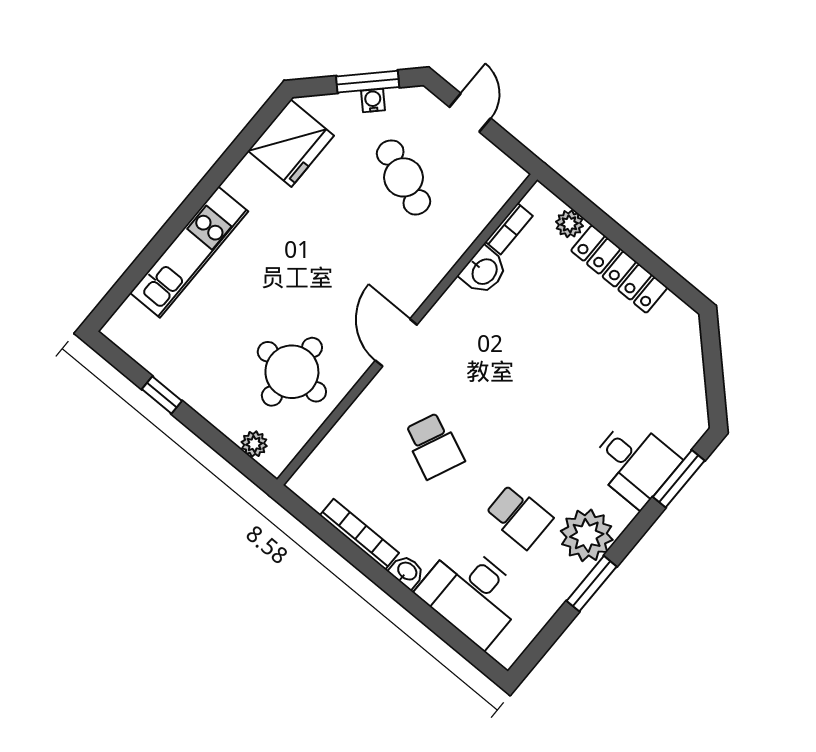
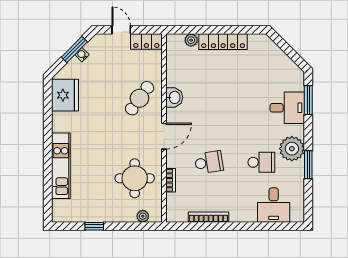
locker: (495, 166) -> (146, 42), added
cafe table: (403, 177) -> (140, 98), moved, turned -76
bookcase: (509, 229) -> (171, 180), moved
washbasin: (484, 271) -> (174, 97), moved
door: (396, 343) -> (164, 136), swing flipped
school desk: (434, 446) -> (209, 162), turned -33
washbasin: (407, 572) -> (237, 216), removed
desk: (472, 594) -> (274, 205), width x0.73

